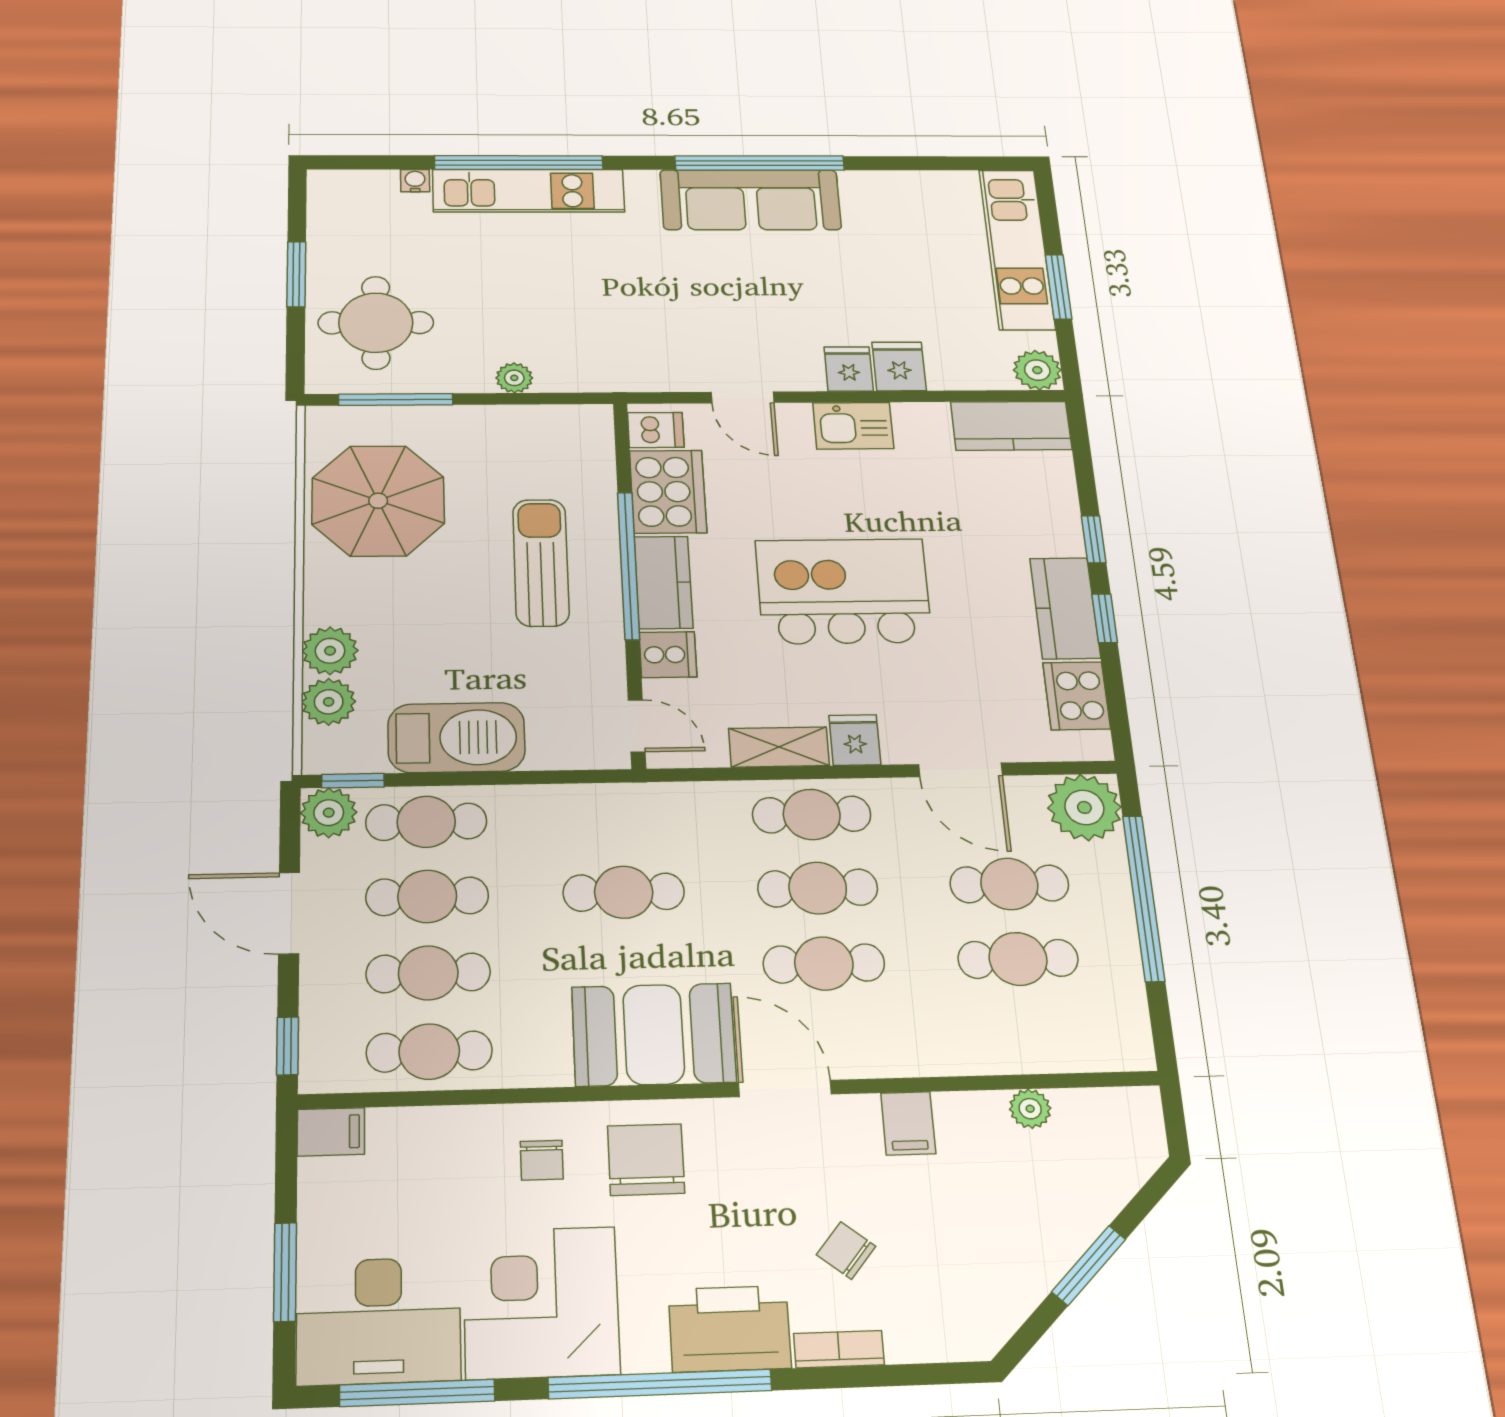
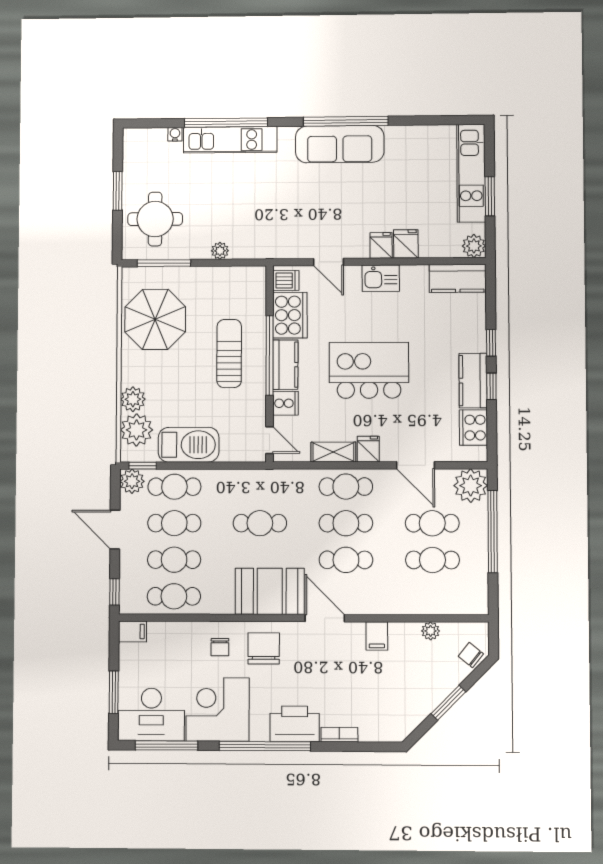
plant: (329, 702) -> (136, 430), width x1.36, depth x1.36
chair: (846, 1251) -> (471, 655), moved

